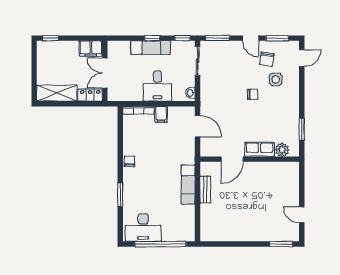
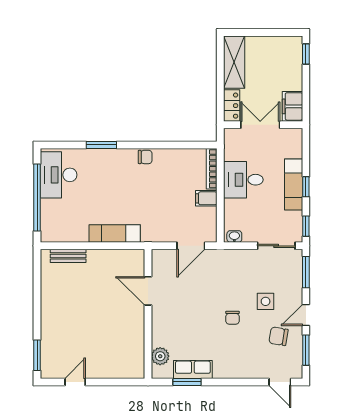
side table: (276, 79) -> (266, 301), moved
desk: (158, 86) -> (243, 180), moved
row of seats: (260, 149) -> (193, 369), moved, turned -90
bench: (205, 190) -> (68, 256), moved

